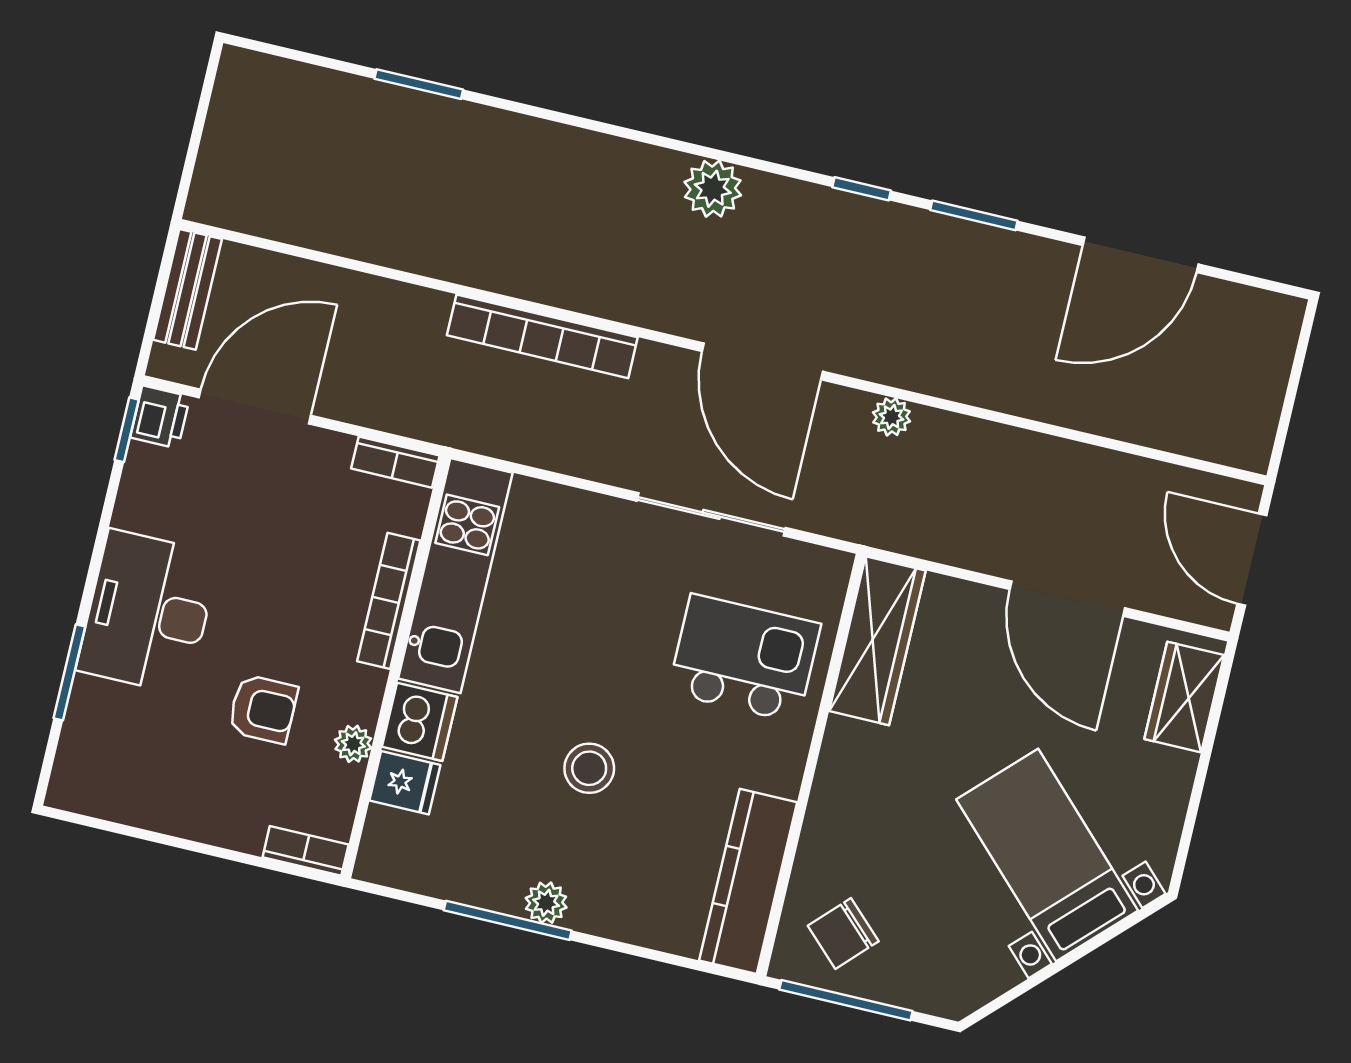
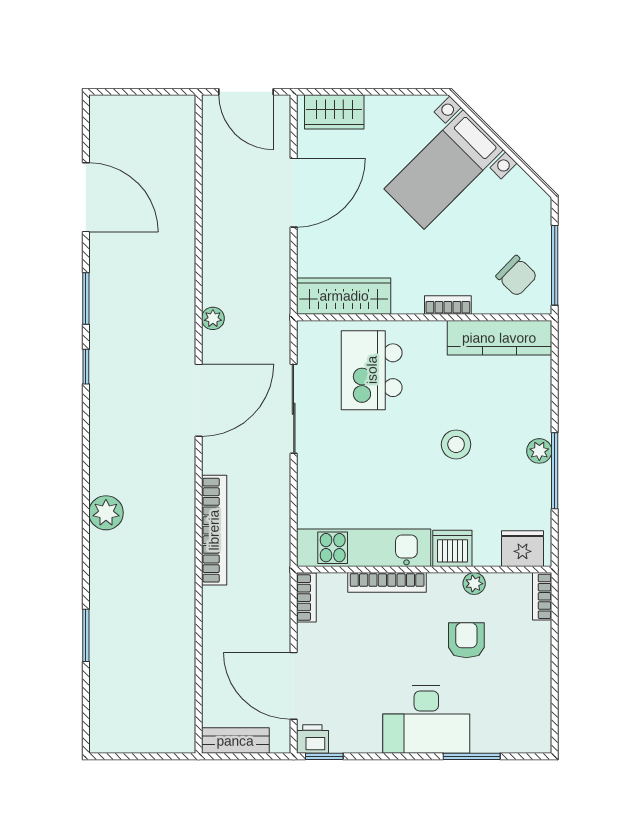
plant: (713, 189) -> (106, 513), moved
door: (1252, 560) -> (246, 92), hinge flipped
fridge: (405, 783) -> (522, 549), moved, width x1.38
bookcase: (822, 809) -> (448, 305), added

